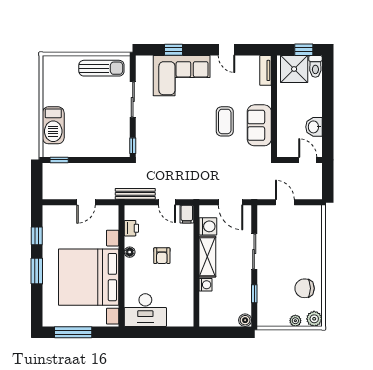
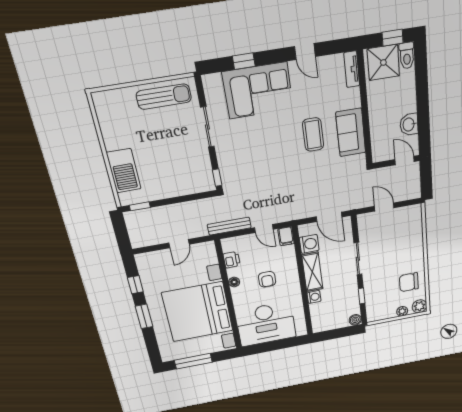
desk: (145, 310) -> (266, 324), width x1.36, depth x1.30

